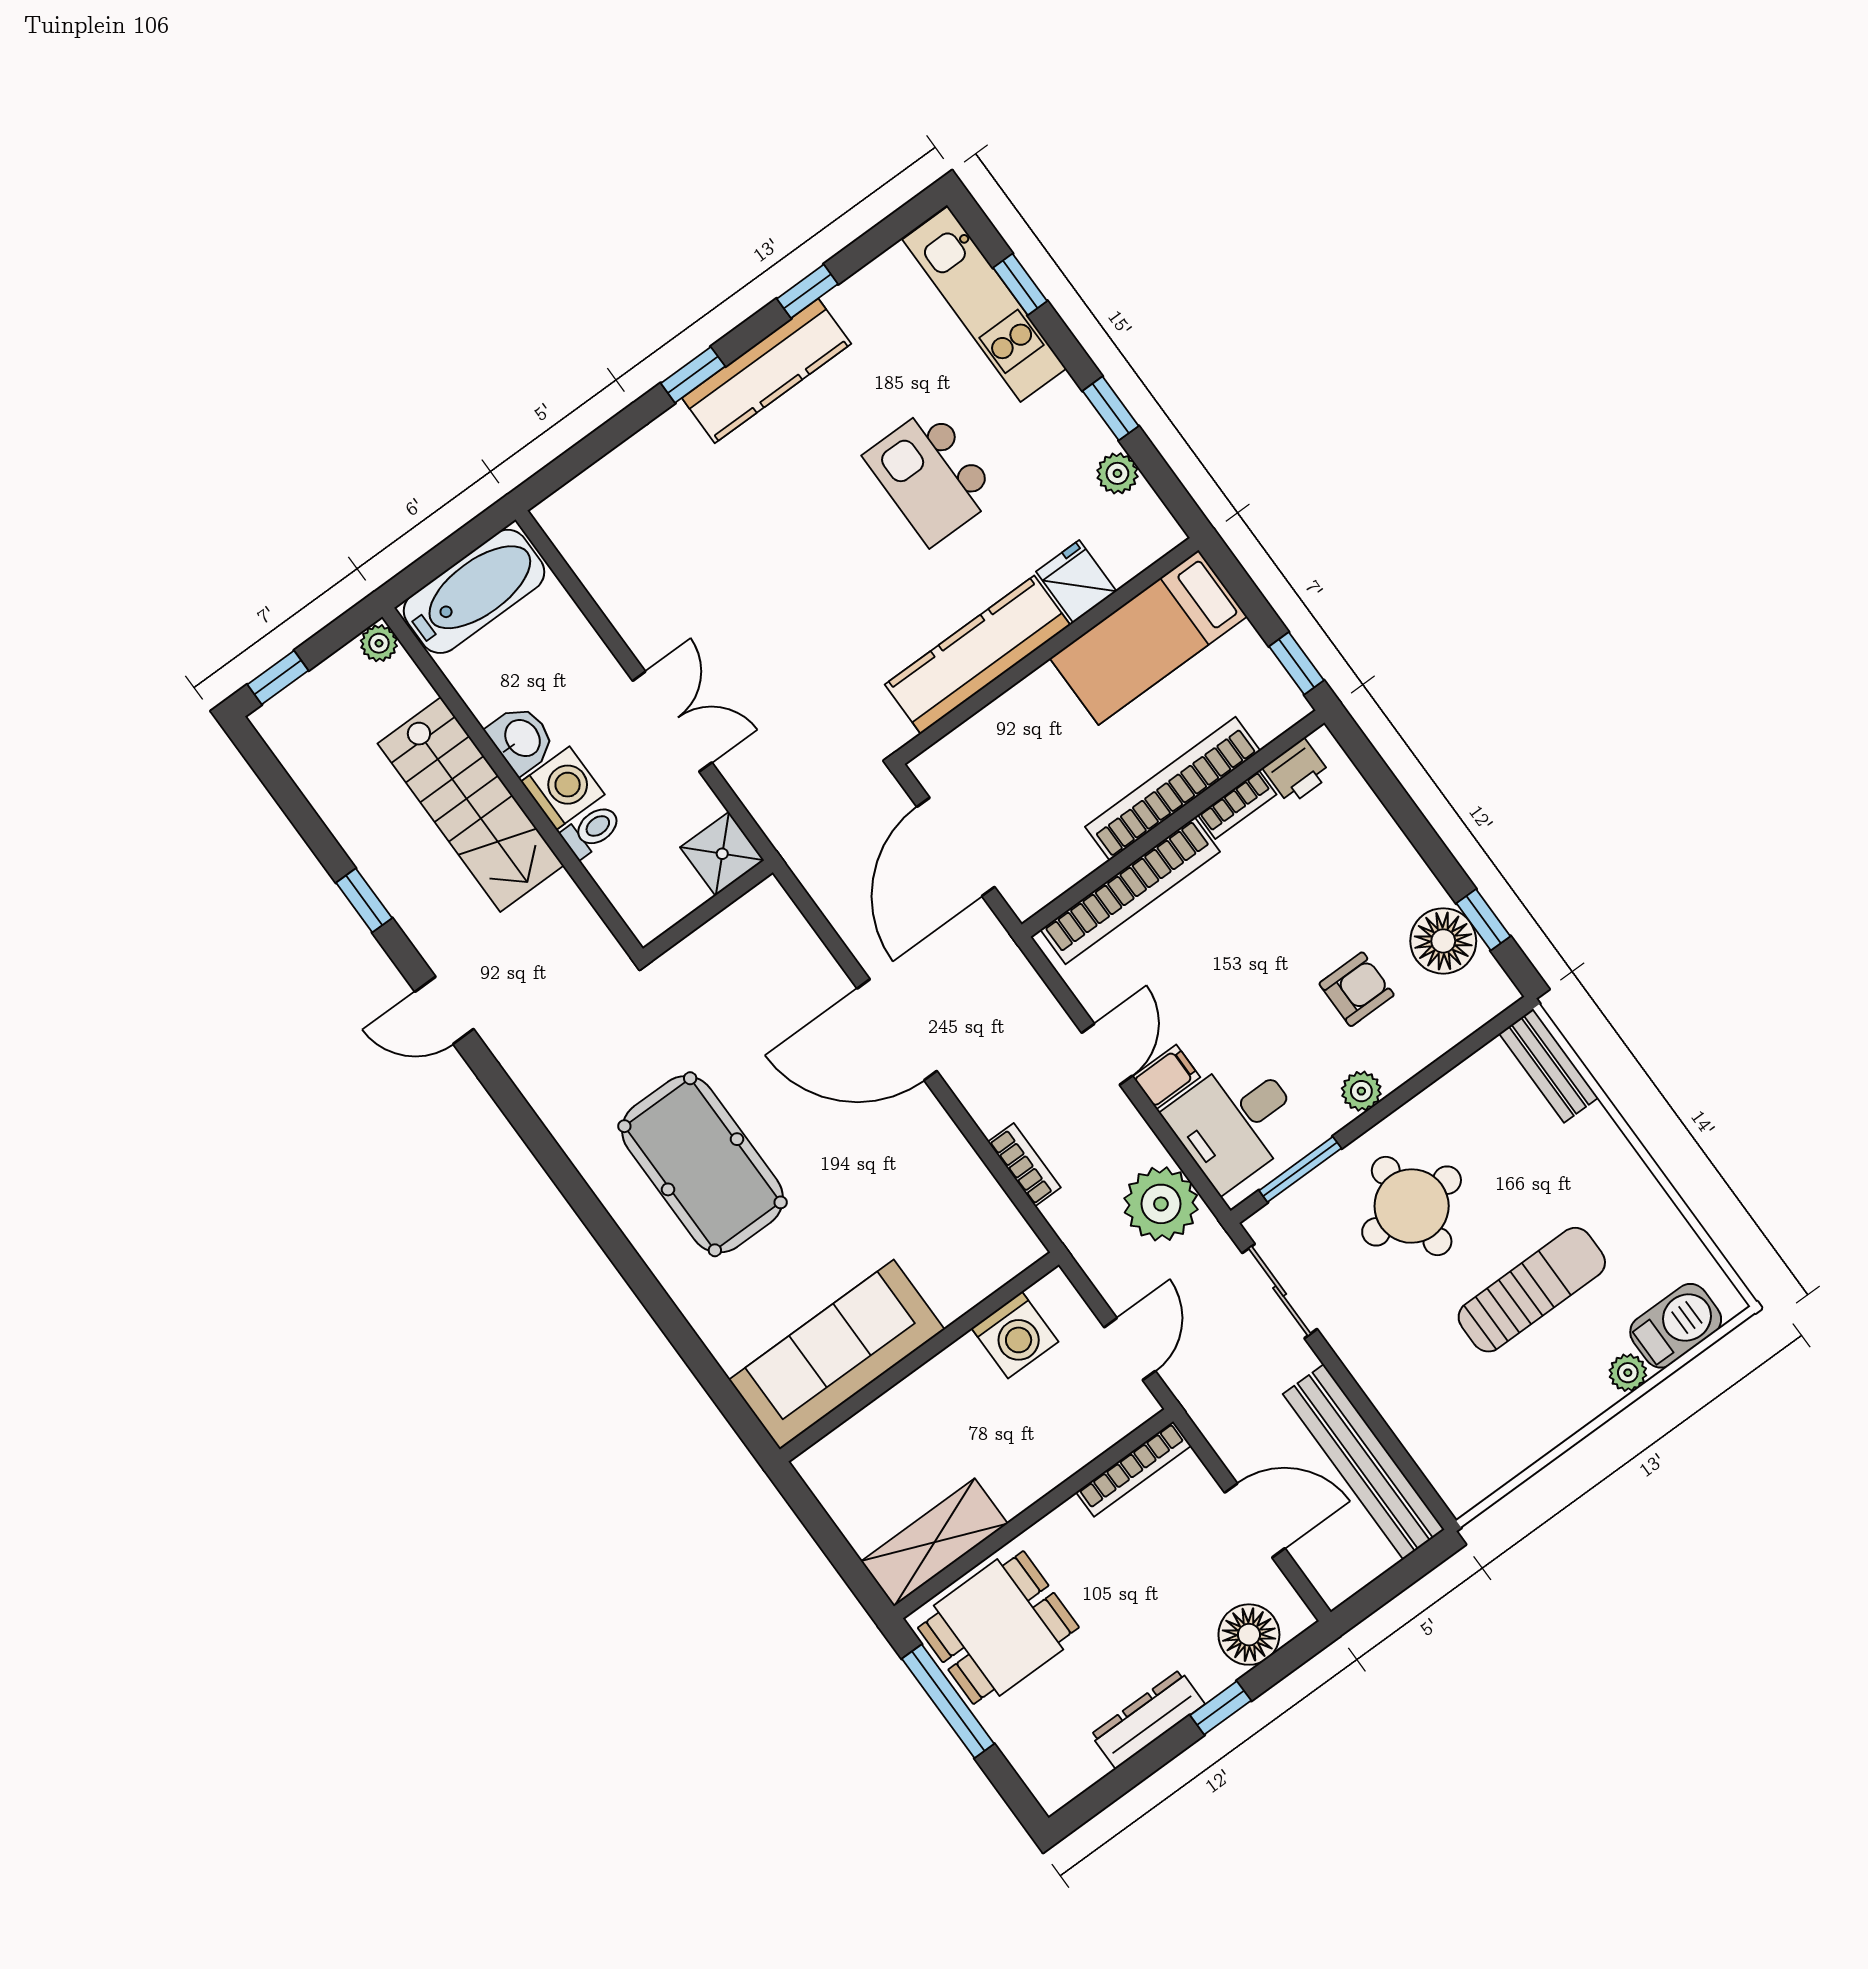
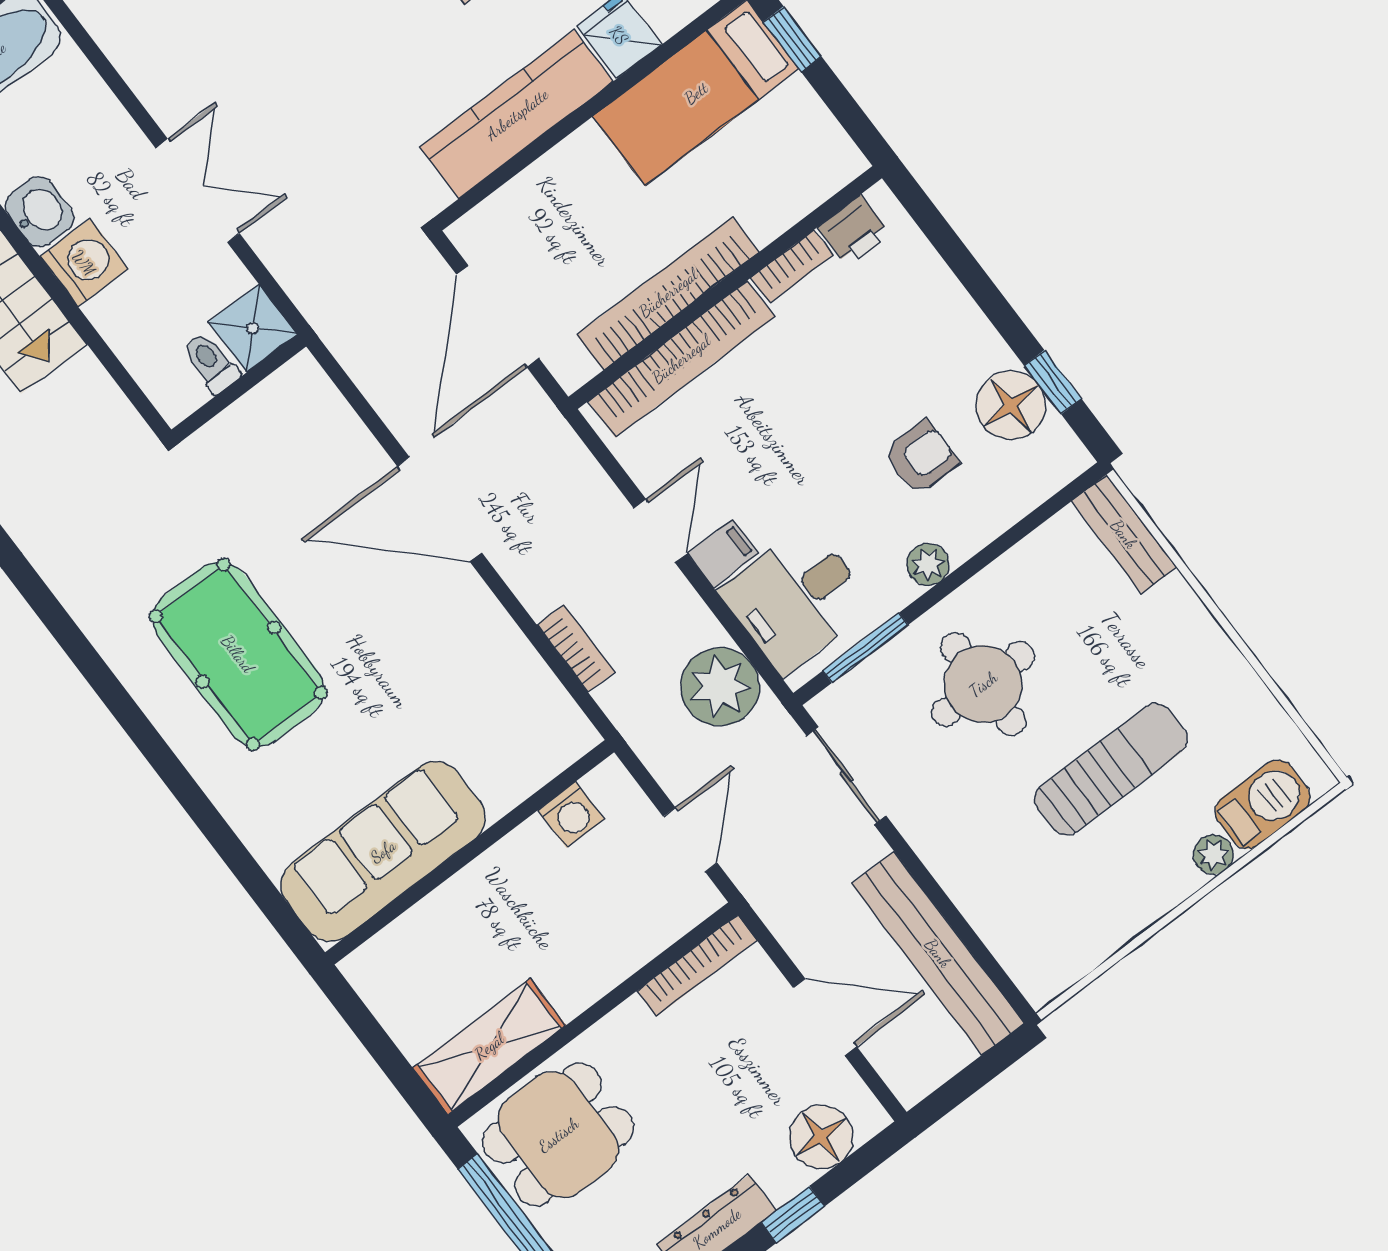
window: (1297, 663) -> (792, 39), moved
bookcase: (1173, 789) -> (668, 293), moved
toilet: (591, 831) -> (211, 362), moved, turned -90
washing machine: (1015, 1335) -> (571, 815), width x0.73, depth x0.73

